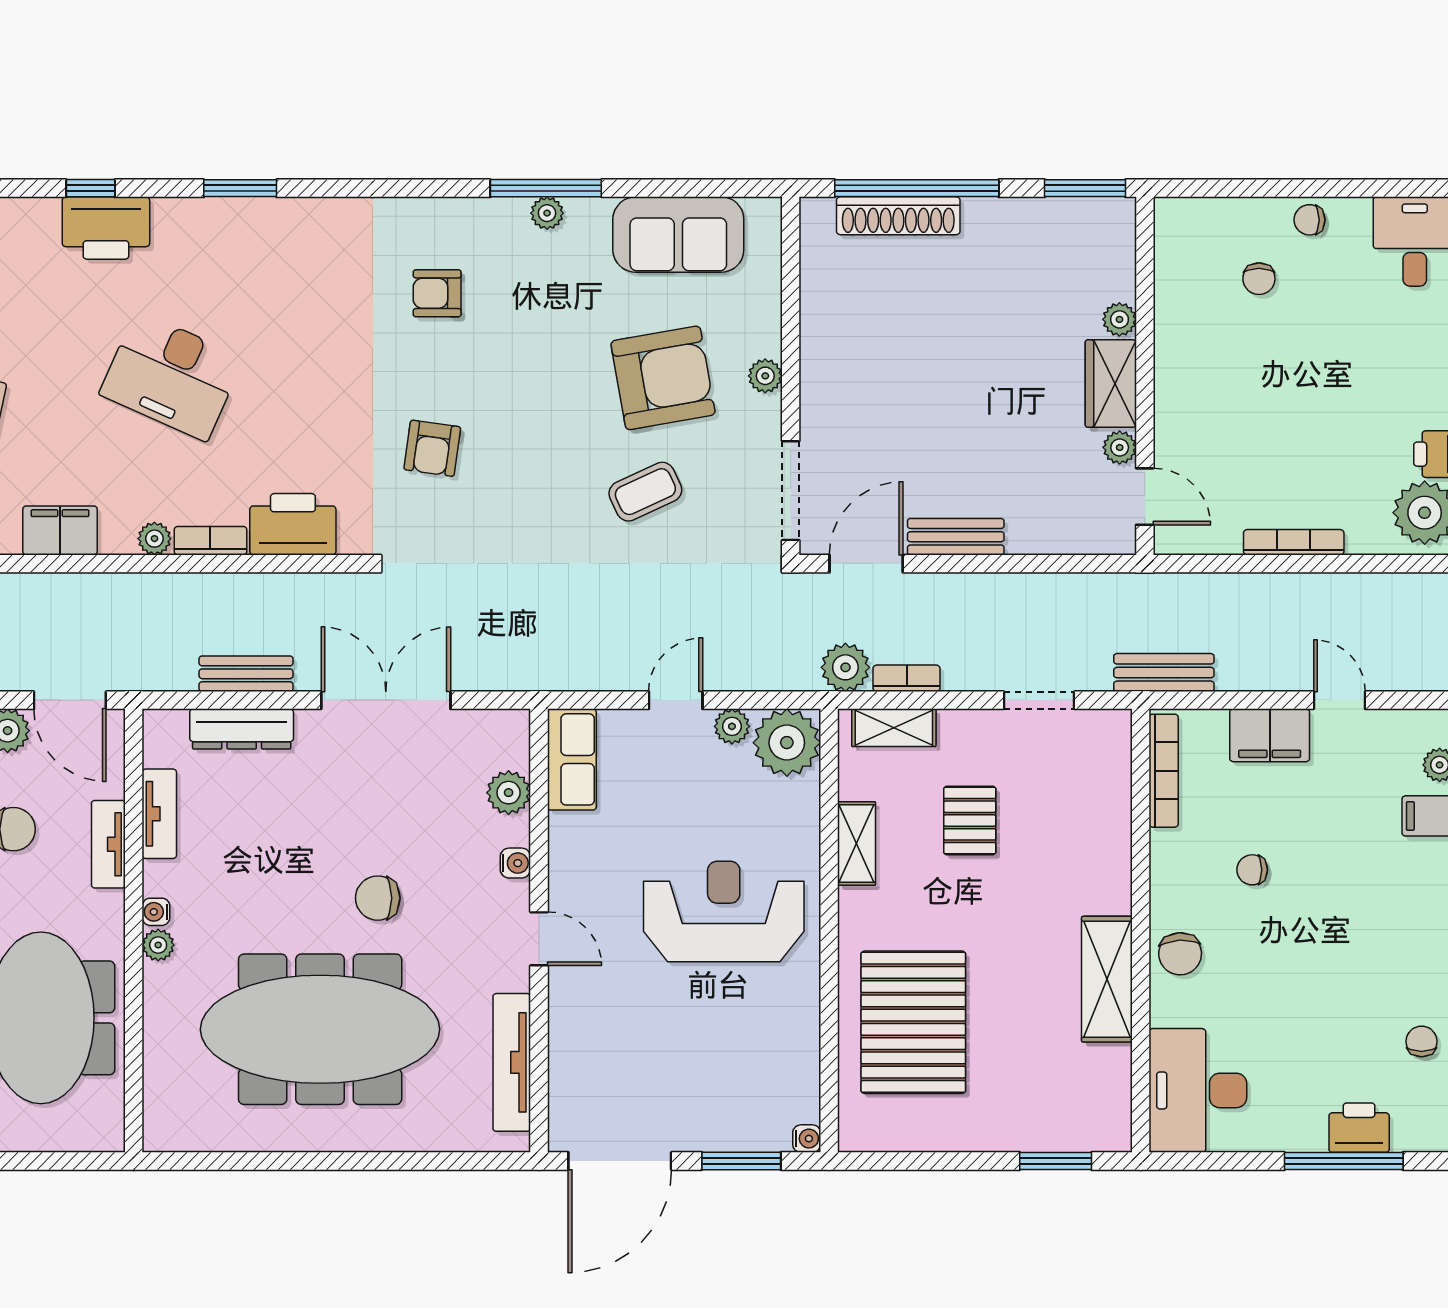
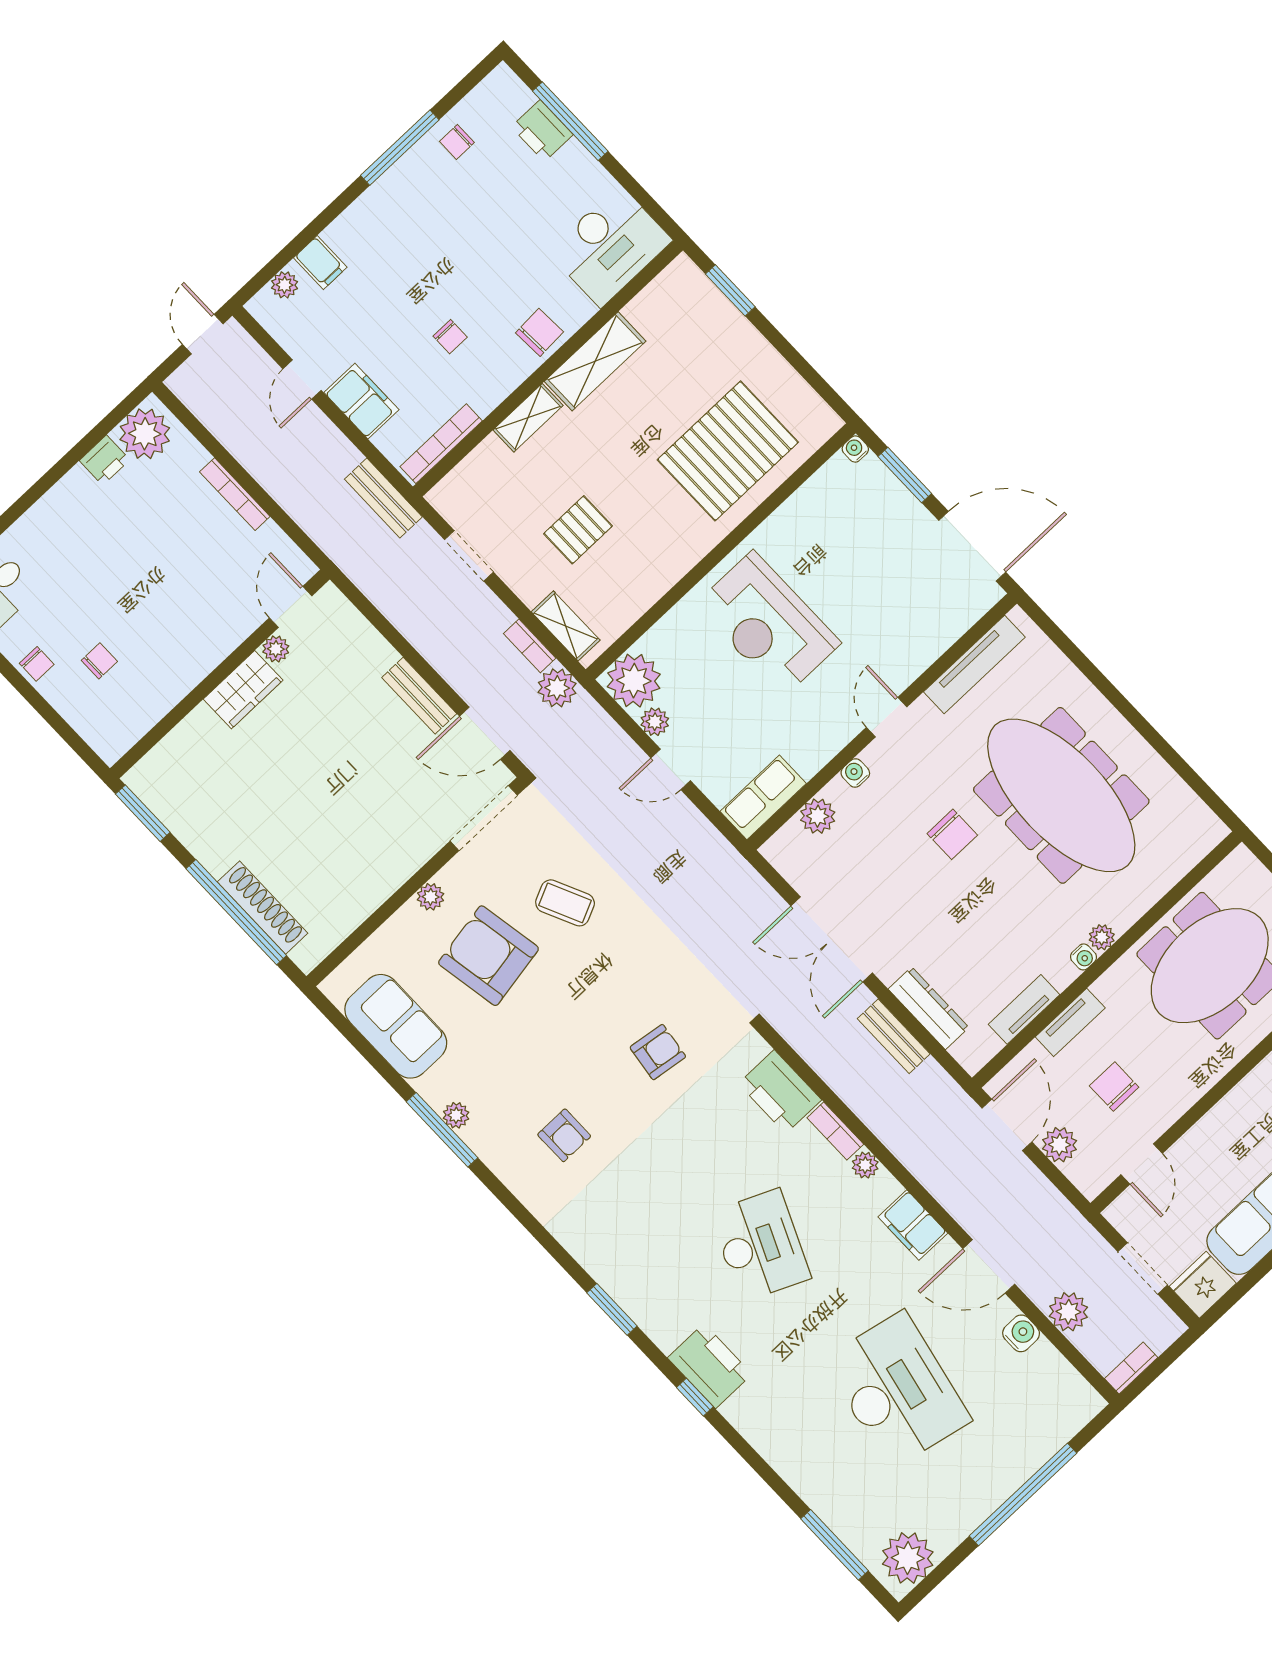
plant: (1119, 319) -> (201, 720), removed
shelving: (857, 844) -> (528, 418), moved

